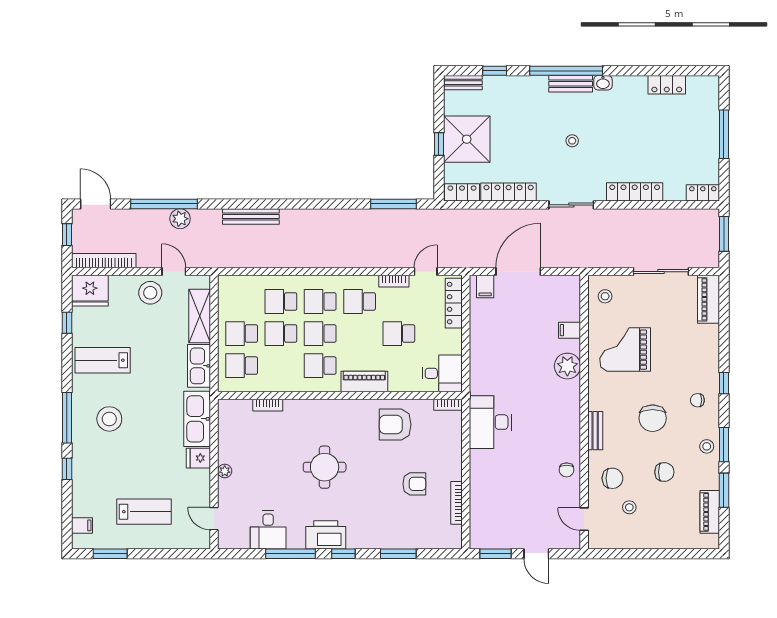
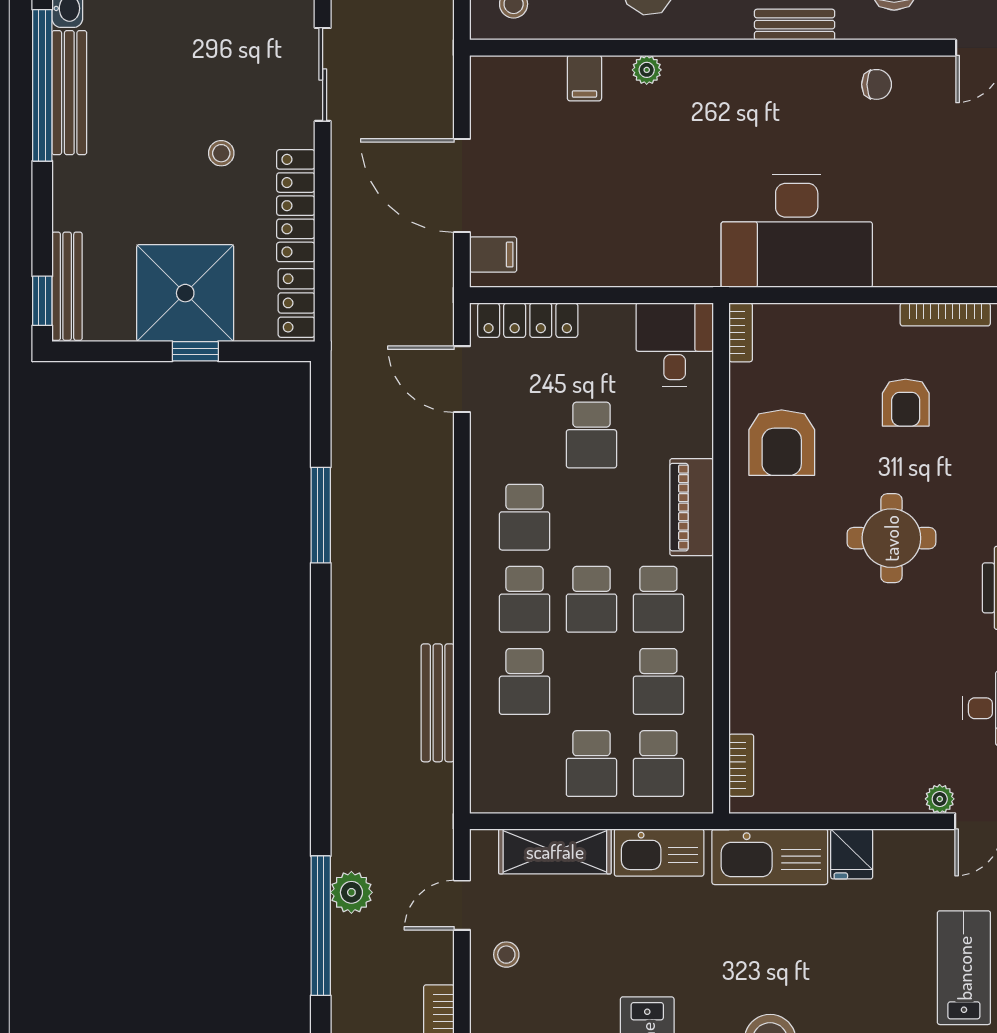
window: (495, 71) -> (42, 301), moved
bench: (463, 83) -> (67, 286), width x1.36
bench: (571, 84) -> (69, 93), width x1.36
stool: (572, 141) -> (221, 153), moved
window: (394, 204) -> (321, 515), moved
bench: (251, 217) -> (438, 703), moved
door: (426, 272) -> (462, 379), width x1.38
bookcase: (394, 281) -> (482, 445), removed
stool: (150, 293) -> (506, 955), width x0.53, depth x0.53
school desk: (281, 334) -> (658, 681), moved
plant: (567, 366) -> (647, 70), width x0.53, depth x0.53
bookcase: (268, 405) -> (741, 765), moved
desk: (490, 422) -> (797, 231), width x1.36, depth x1.30
round table: (325, 467) -> (891, 538), moved
plant: (225, 471) -> (940, 799), moved
armchair: (414, 484) -> (906, 403), turned 180

